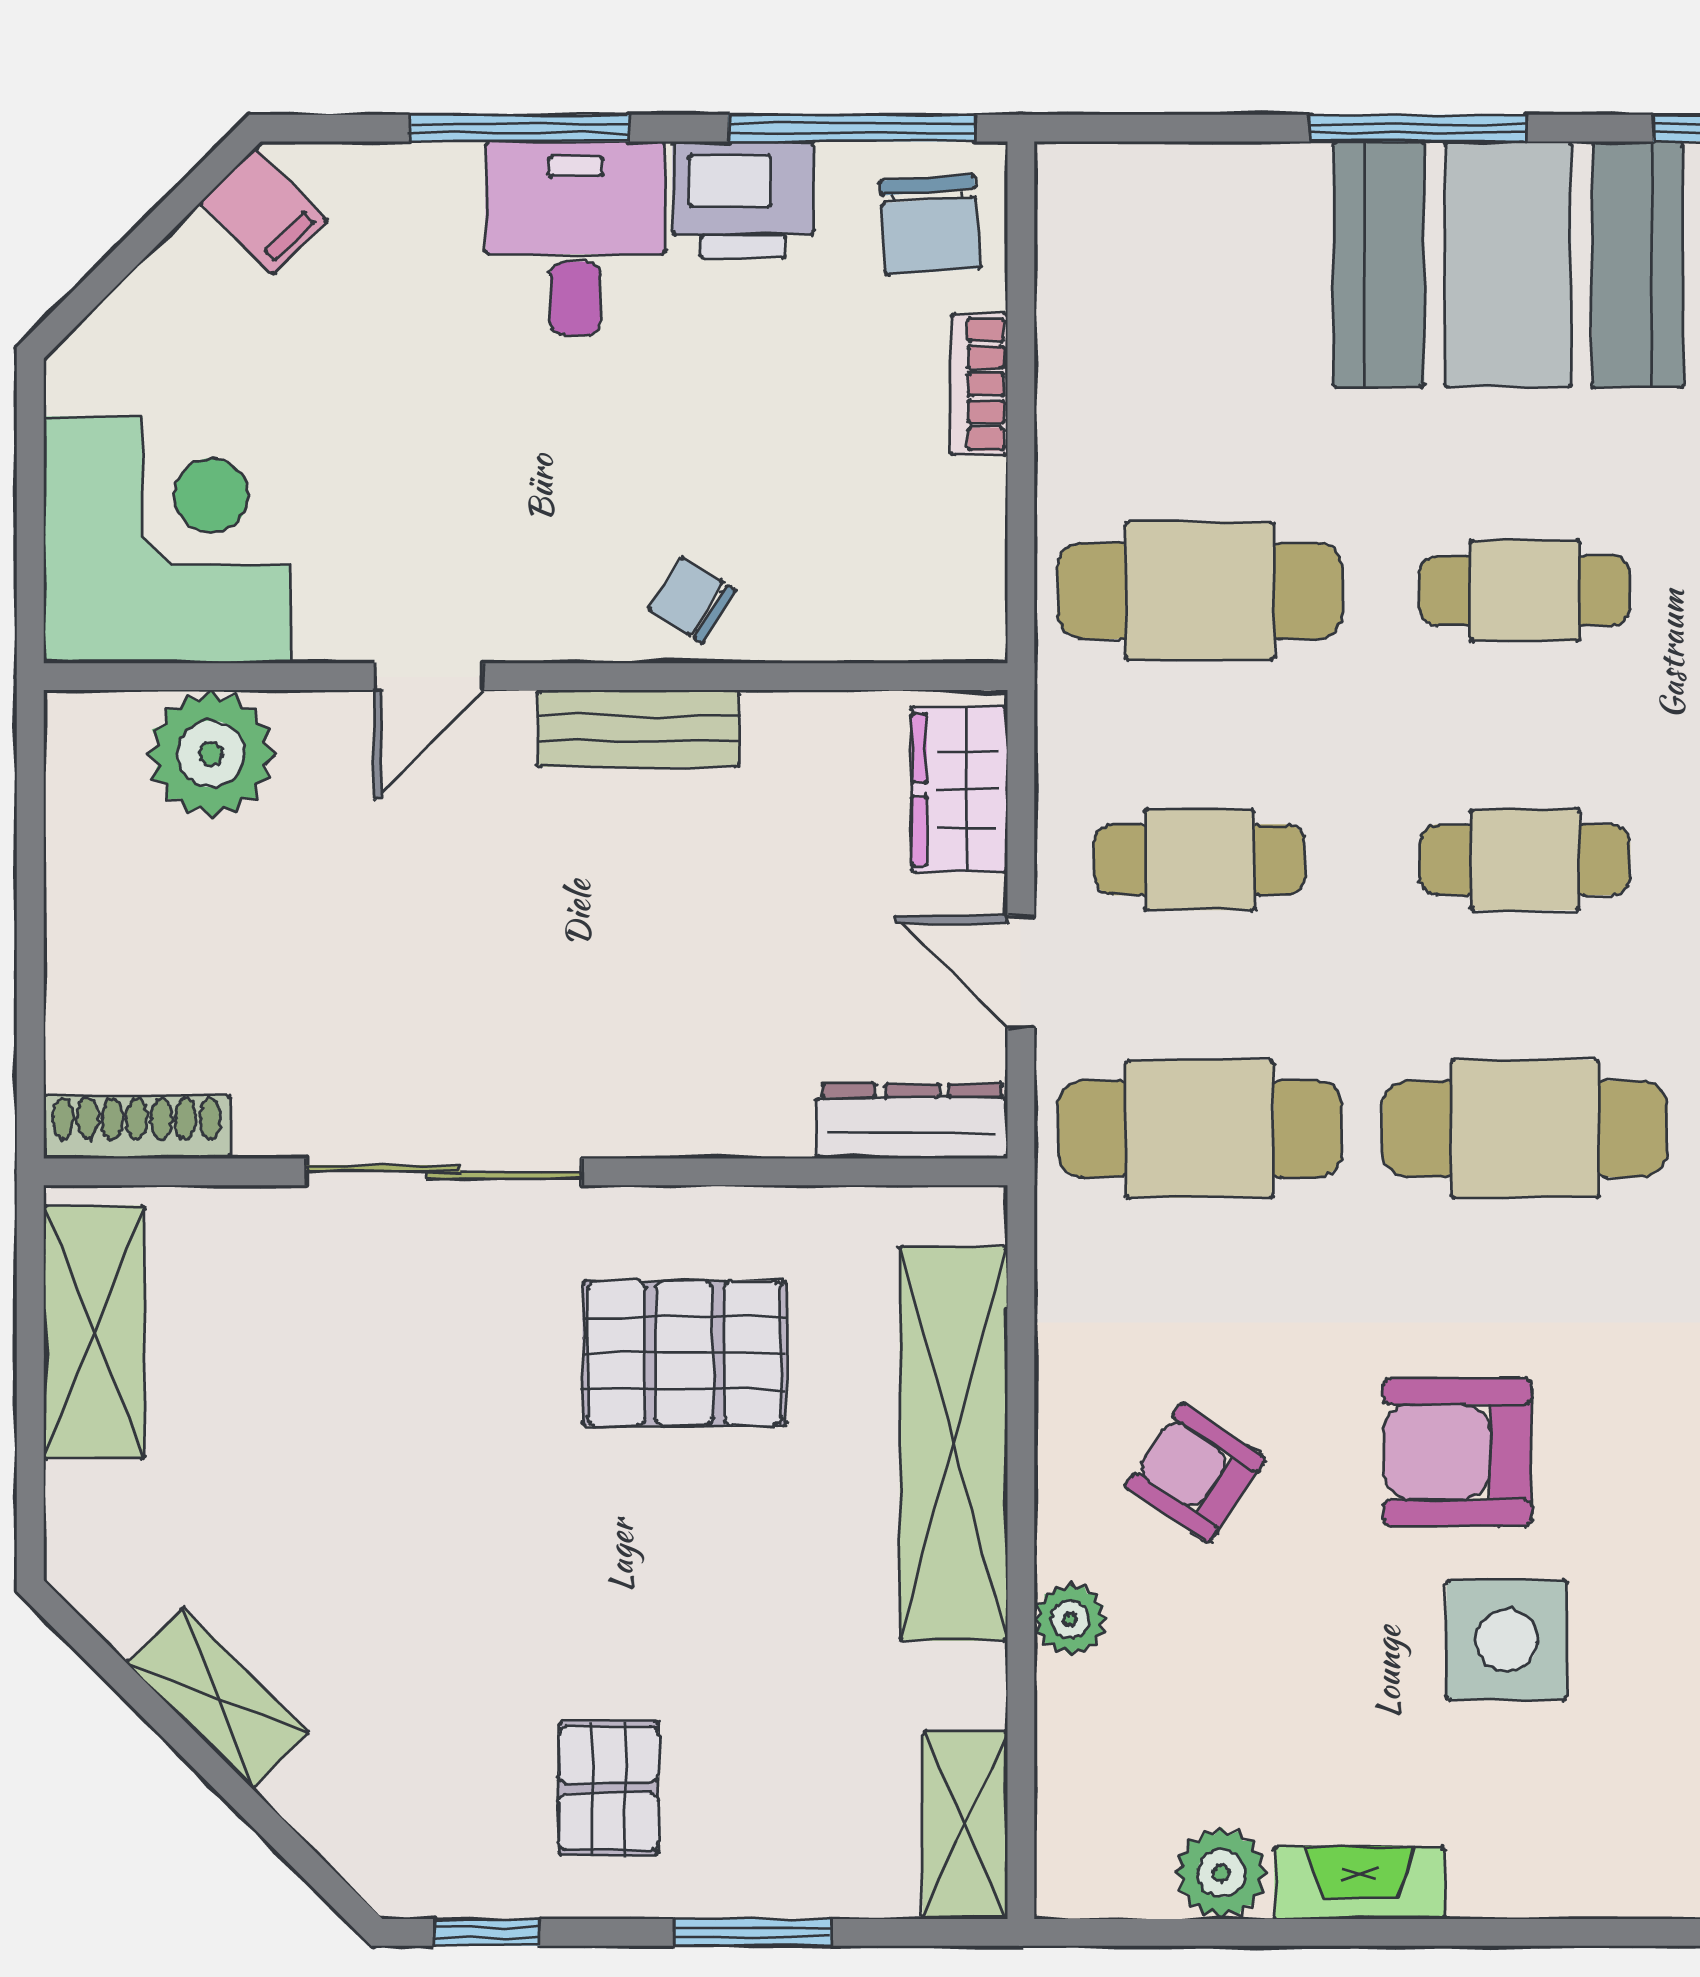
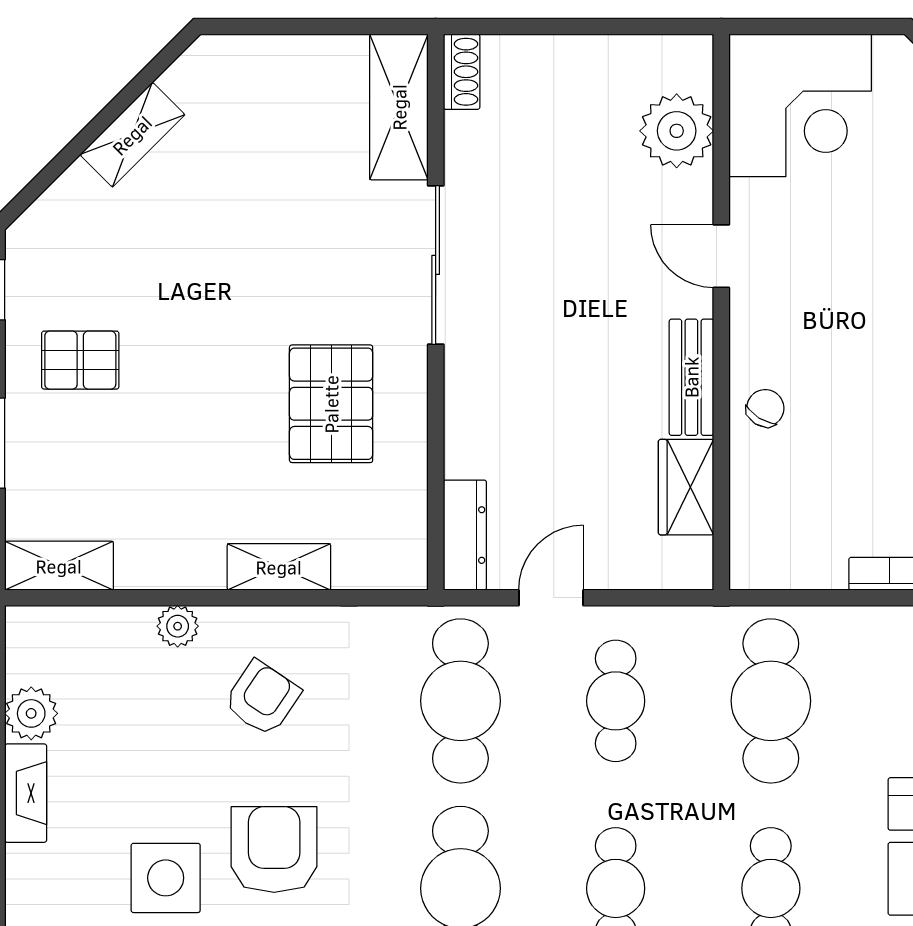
wardrobe: (960, 789) -> (686, 487), moved, turned -90
shoe rack: (137, 1127) -> (462, 72), width x0.70
shelving: (94, 1332) -> (399, 107), moved, turned 90
shelving: (954, 1444) -> (279, 567), width x0.45, depth x0.75

